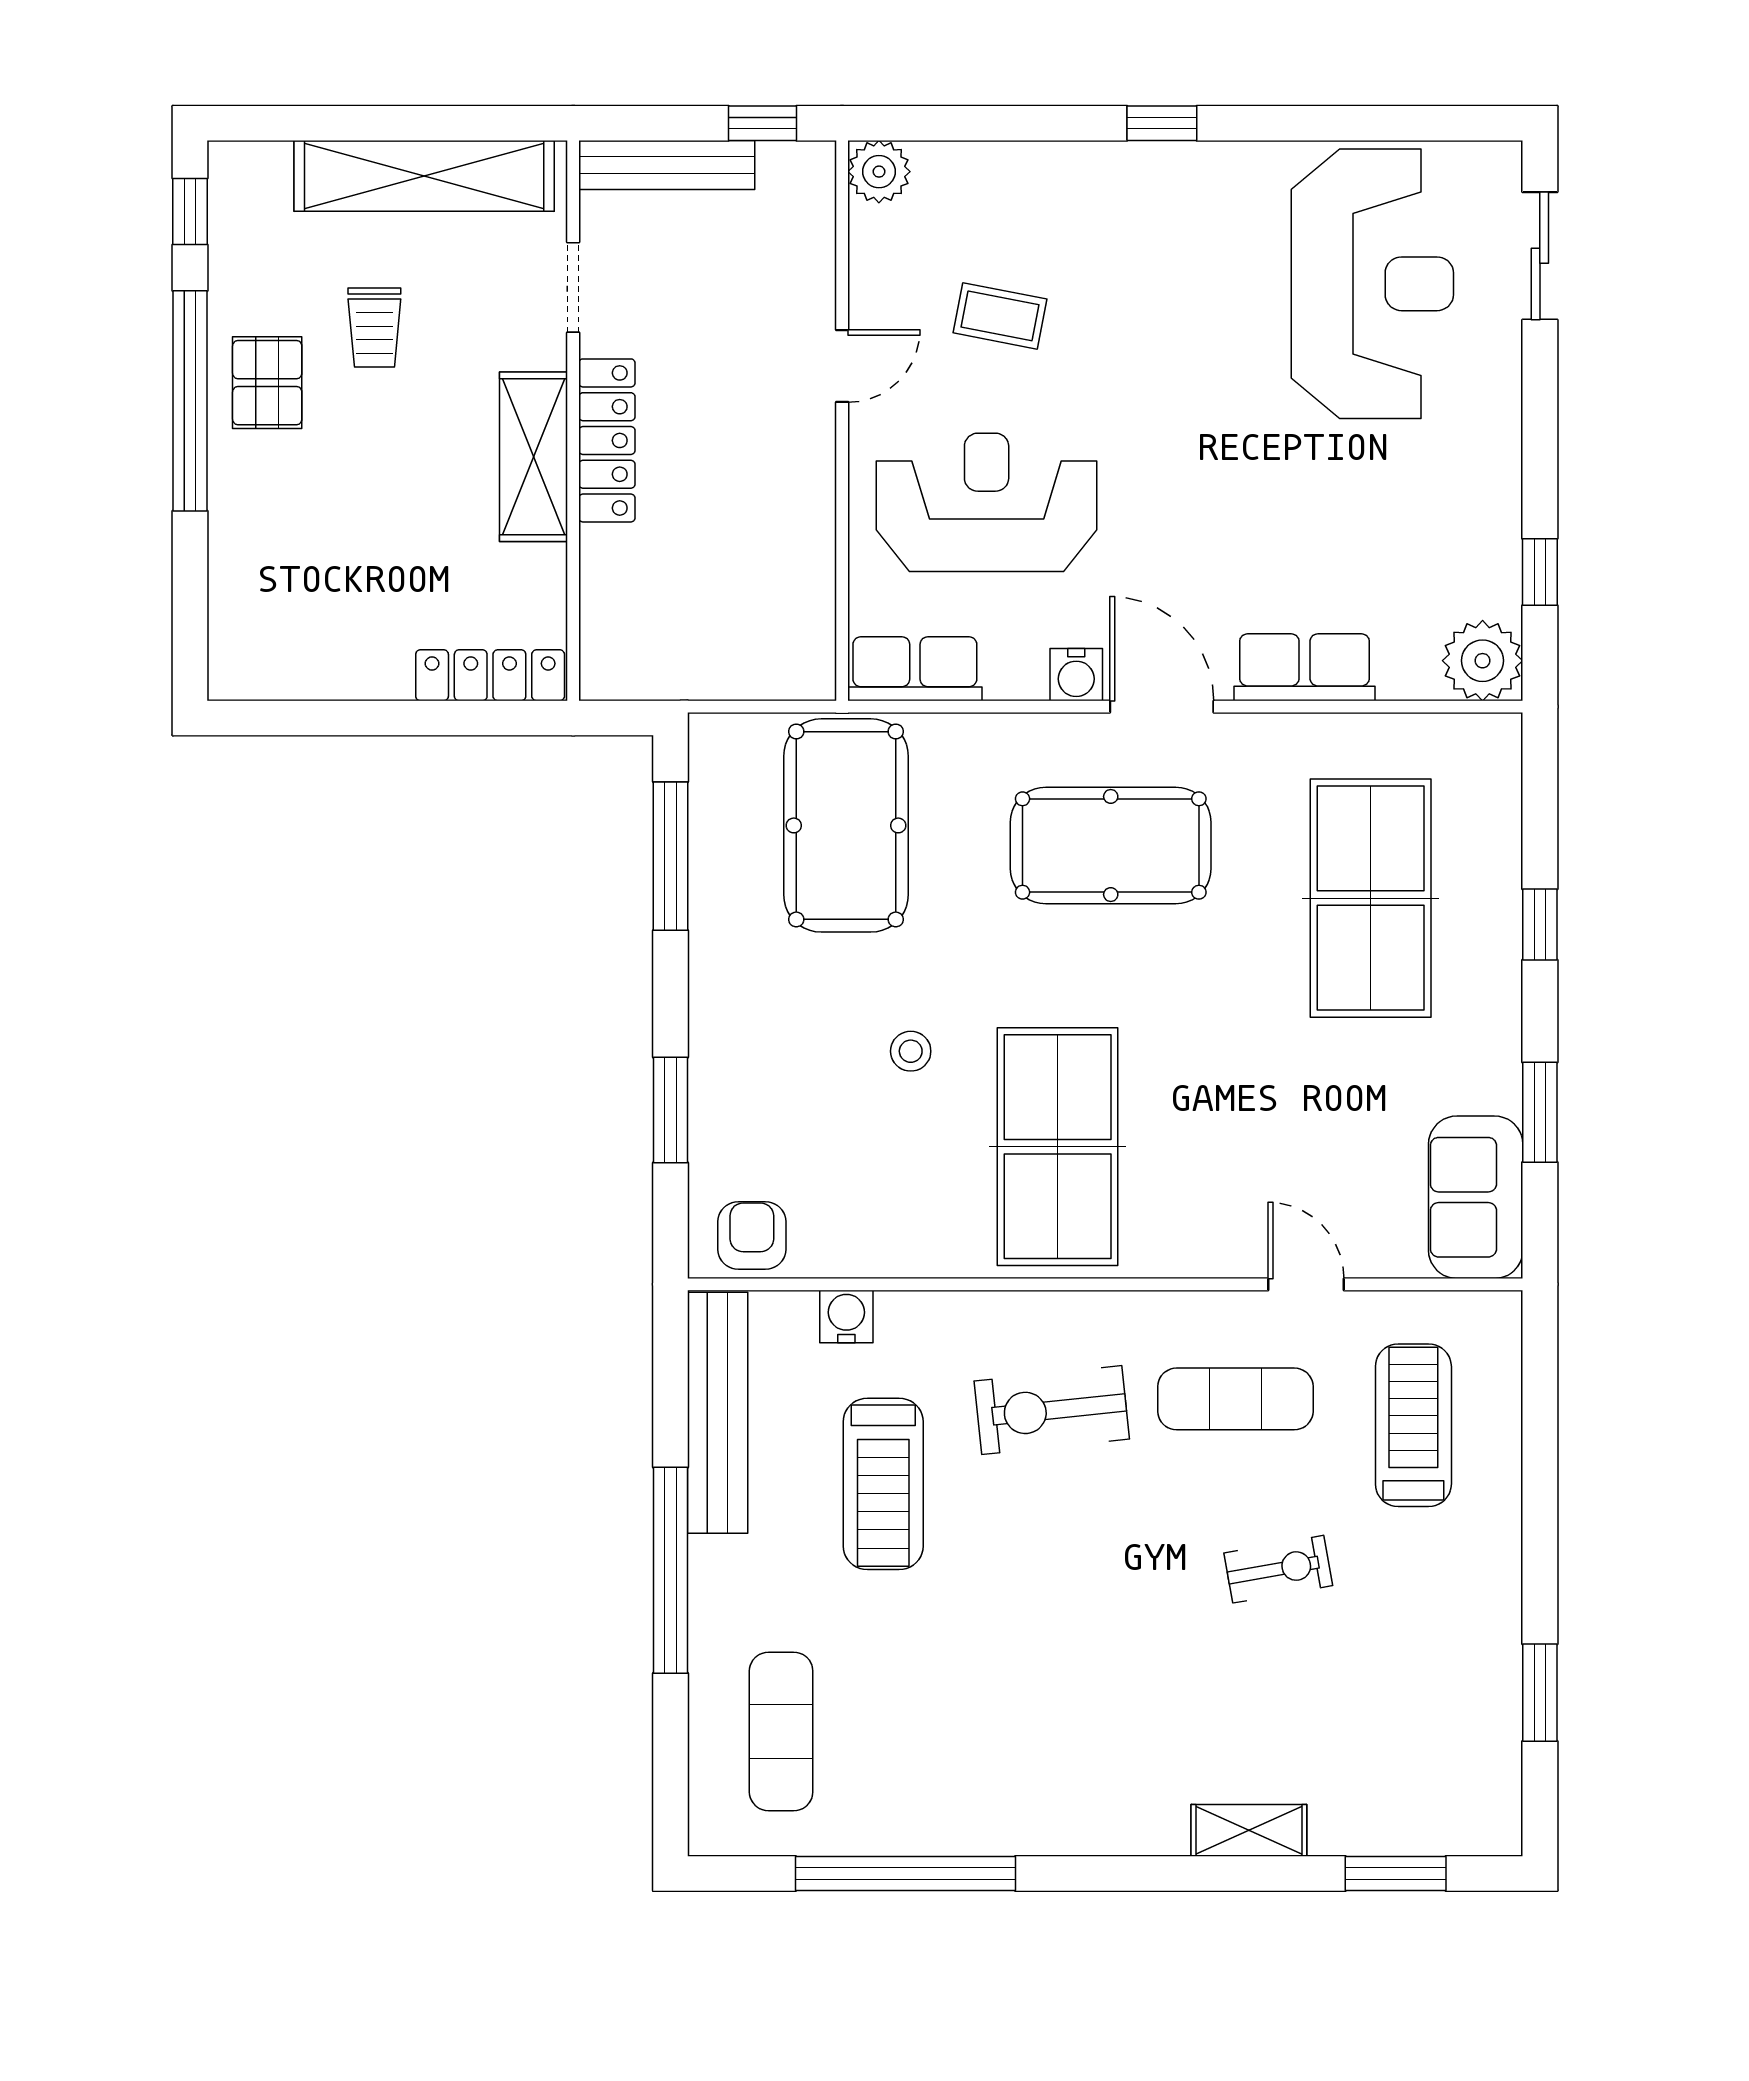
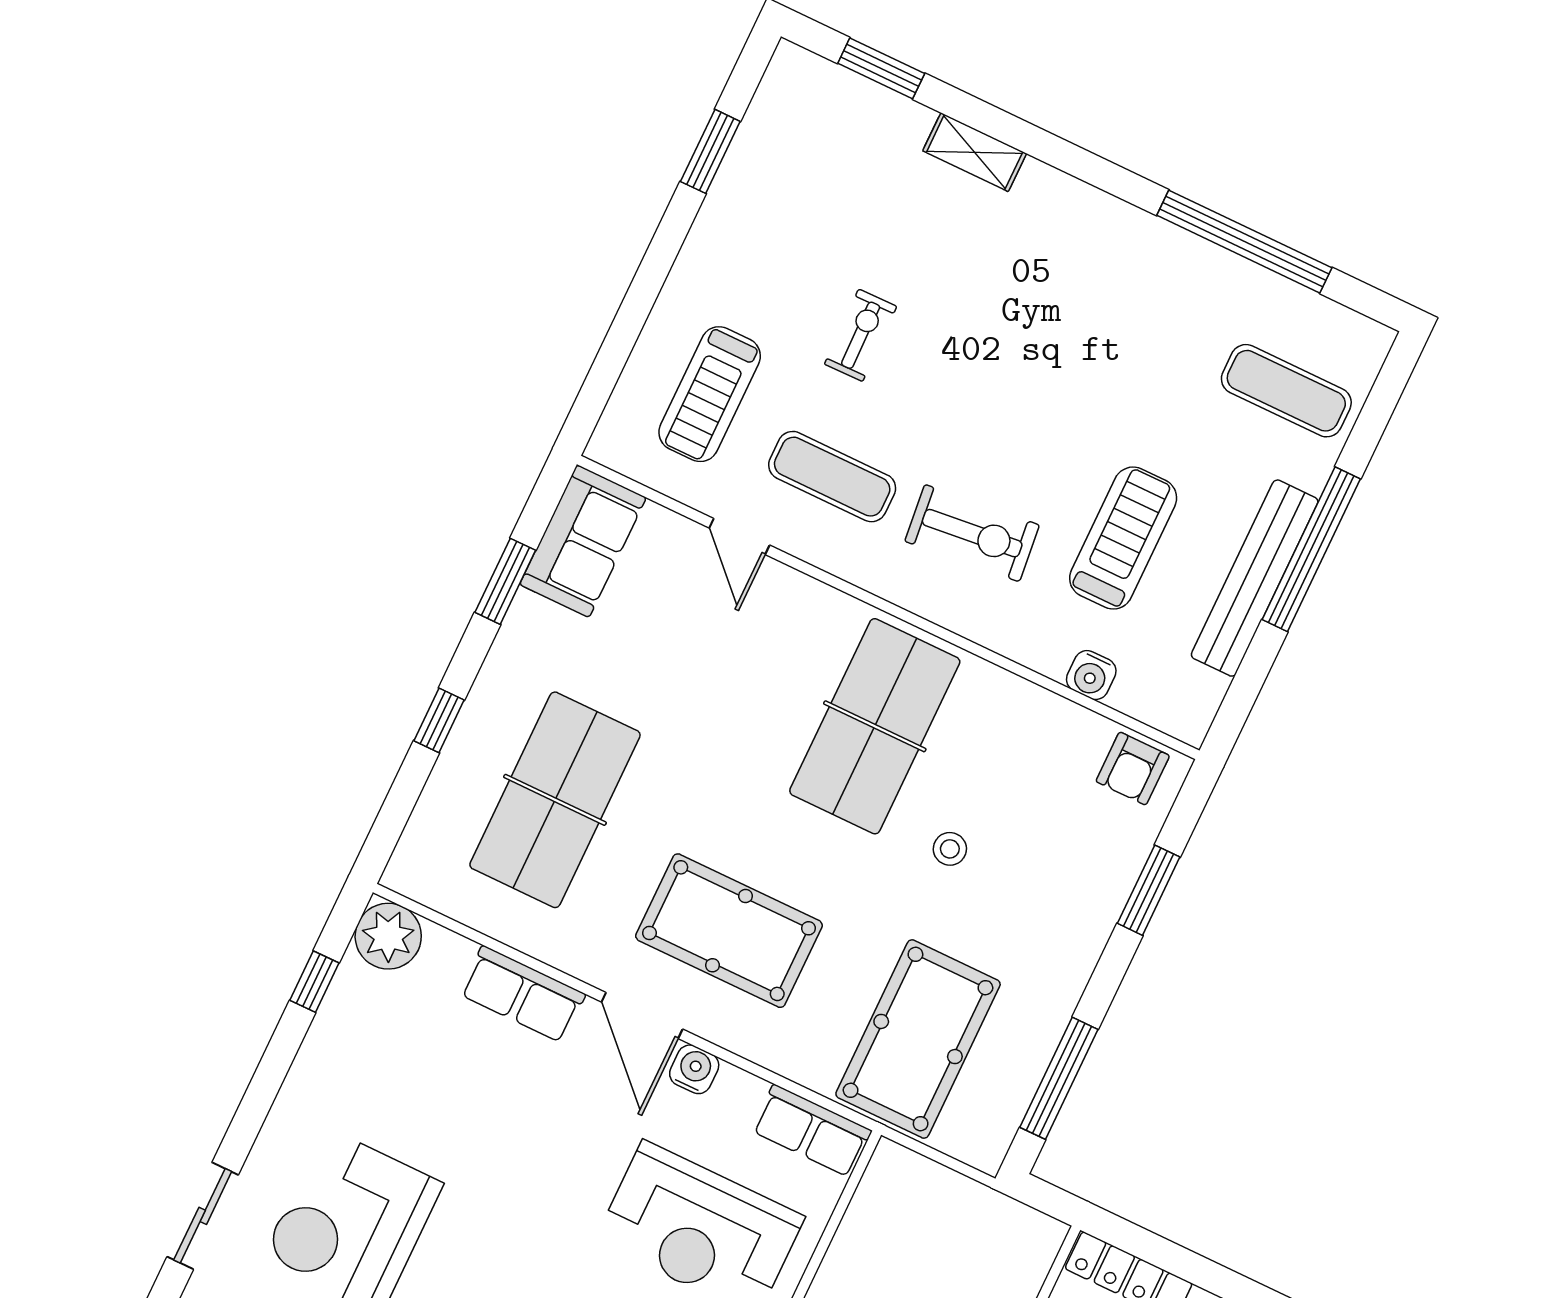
bench: (718, 1413) -> (1255, 578), moved
exercise bike: (1278, 1569) -> (861, 335), turned 99
exercise mat: (781, 1731) -> (1286, 391), turned 90

